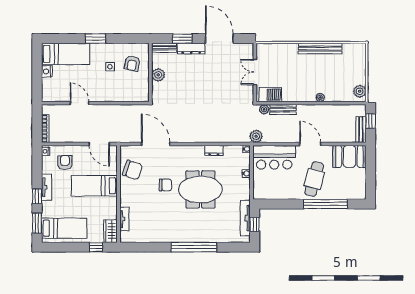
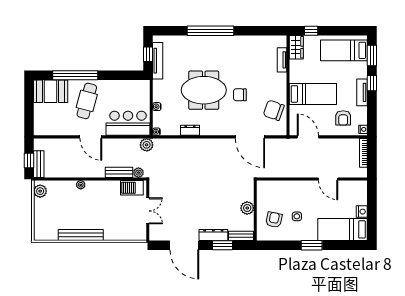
bench: (361, 130) -> (39, 164), moved
booth: (349, 156) -> (51, 91), moved

